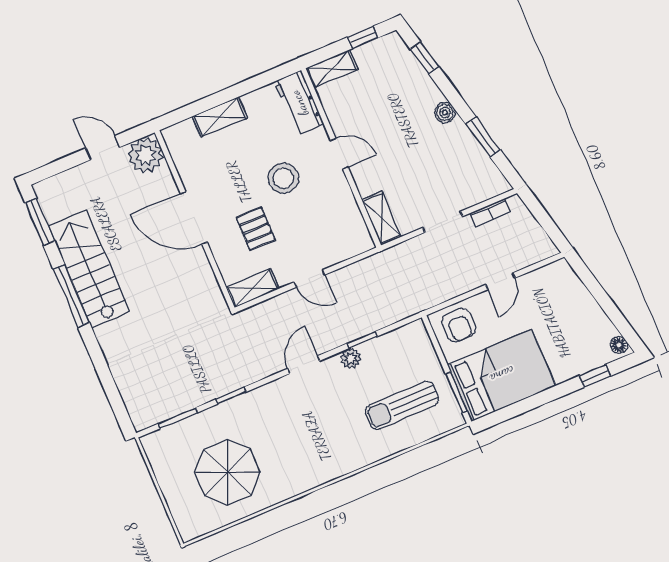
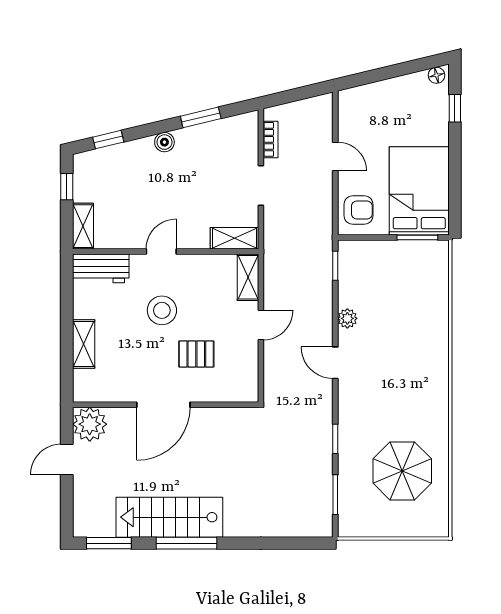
shelving: (253, 288) -> (248, 277), moved
window: (362, 340) -> (335, 266), moved
sun lounger: (402, 405) -> (408, 291), removed

